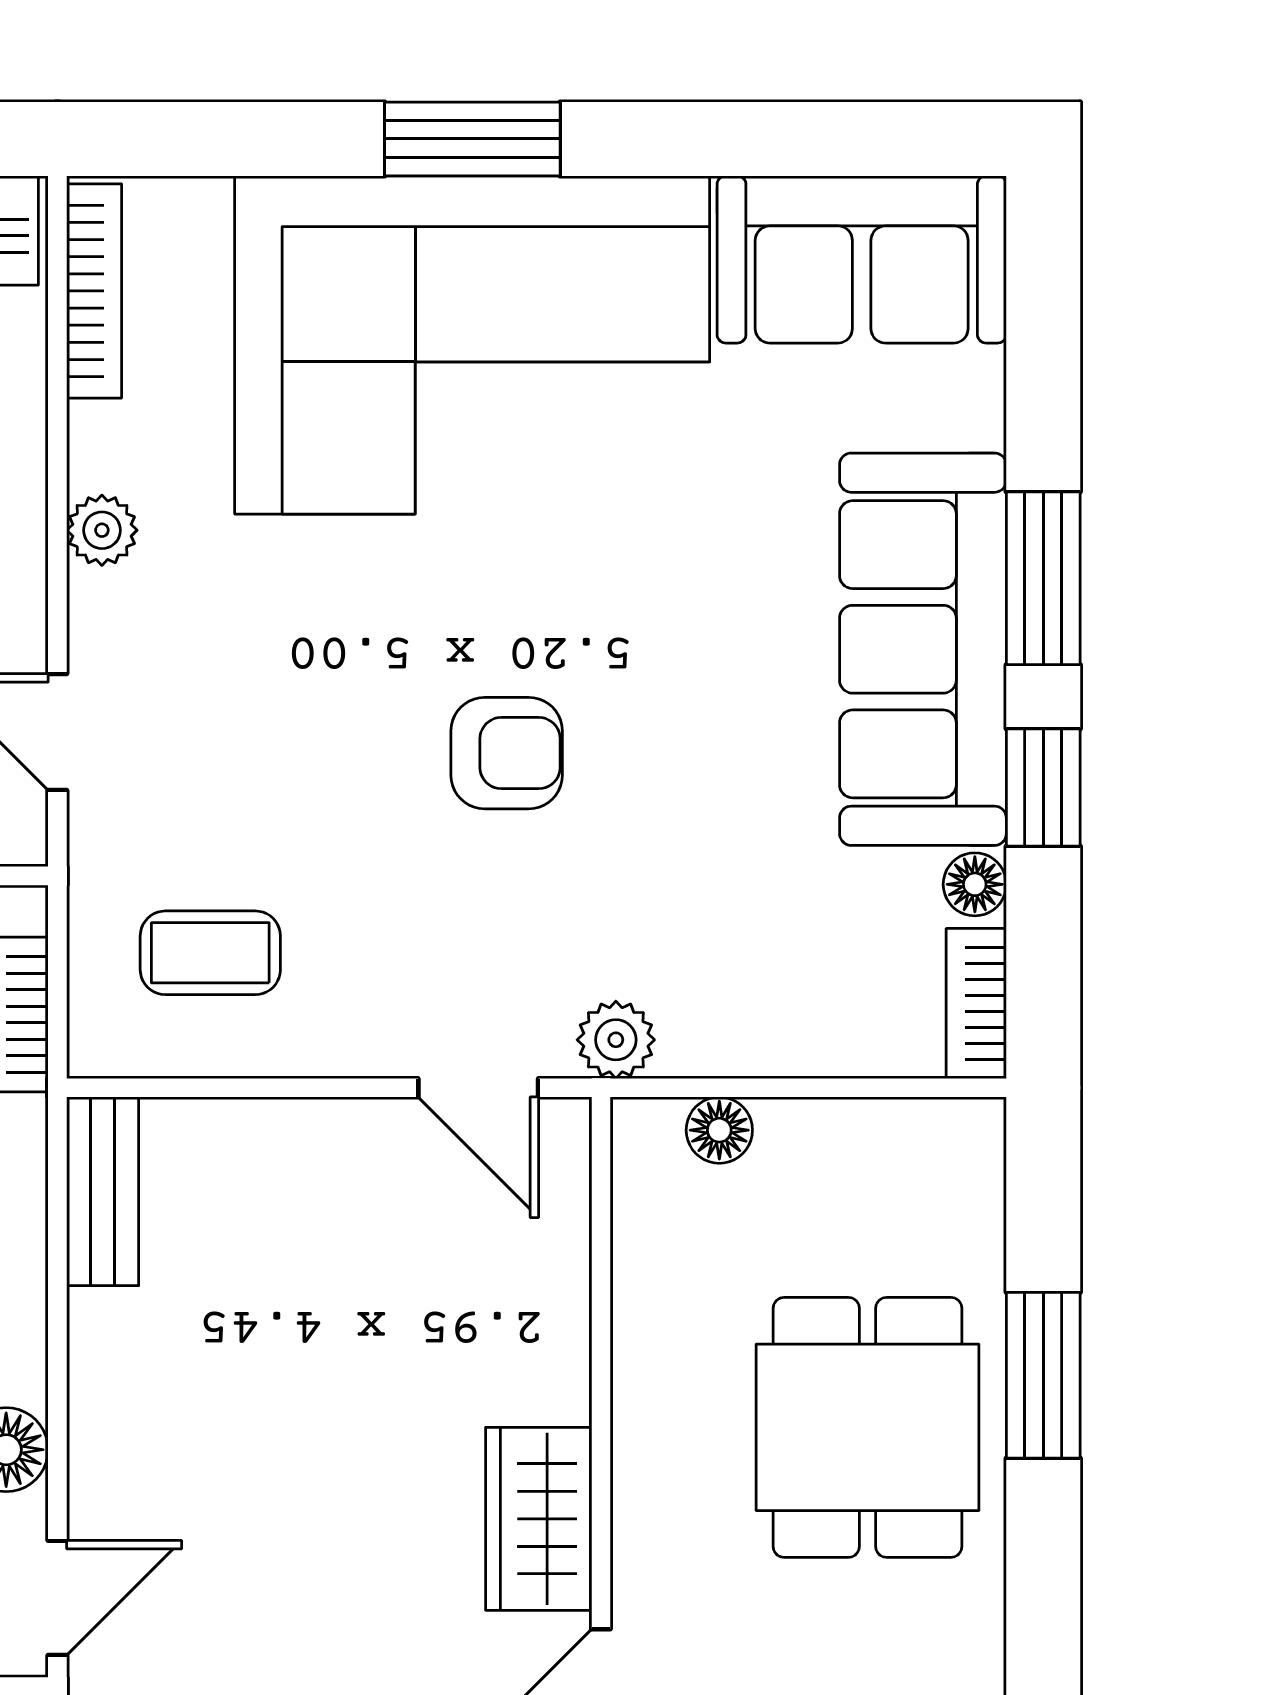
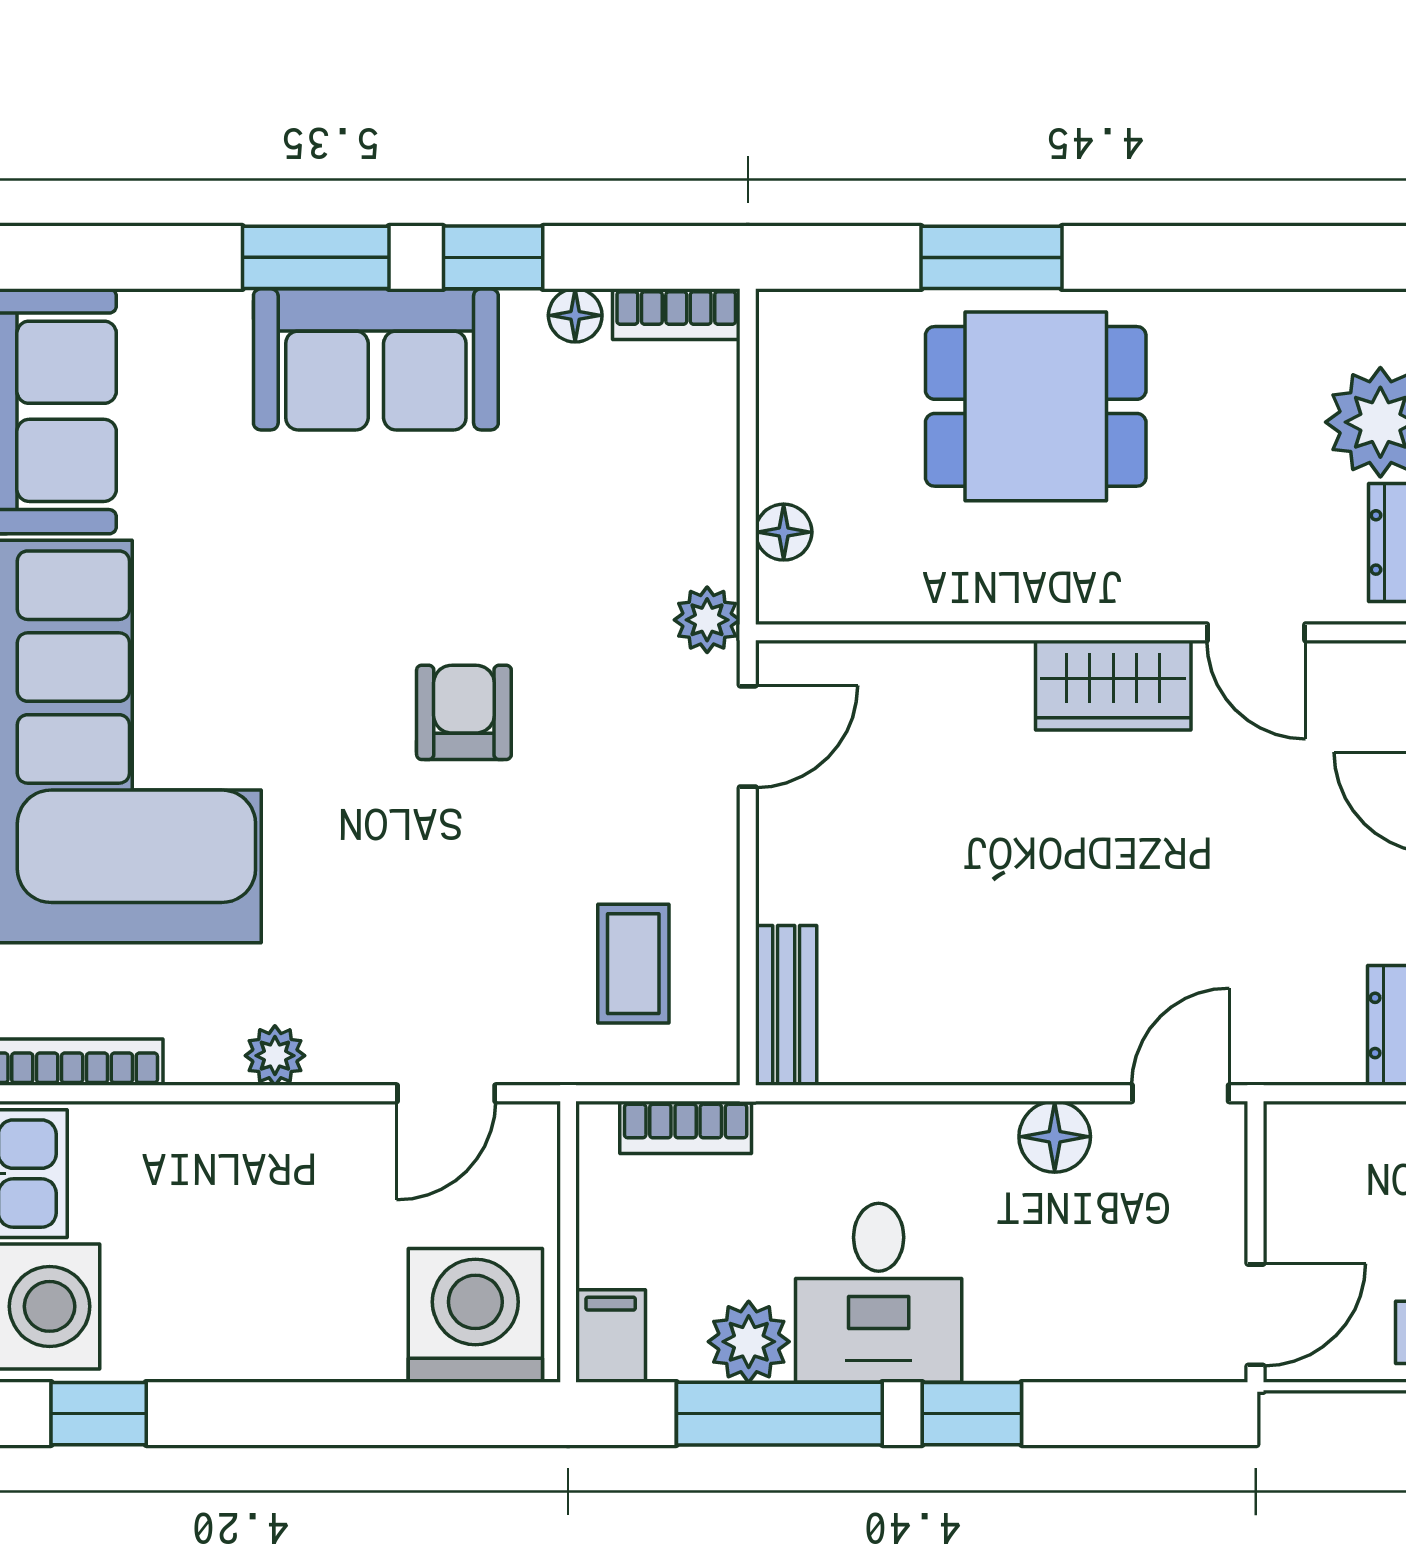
sofa: (923, 649) -> (376, 359), width x0.73
bench: (103, 1191) -> (786, 1005), moved, turned 90
door: (57, 1598) -> (1180, 1093), hinge flipped

